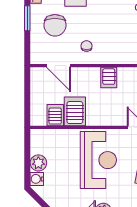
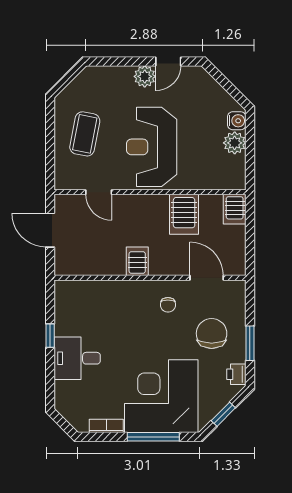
server rack: (55, 115) -> (235, 209), moved

